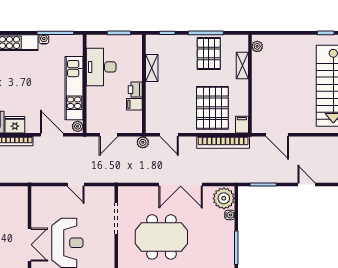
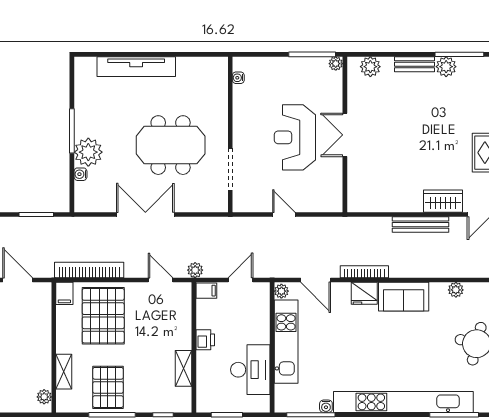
filing cabinet: (134, 104) -> (206, 291), moved
plant: (224, 198) -> (88, 152), moved

